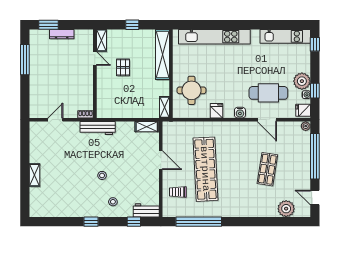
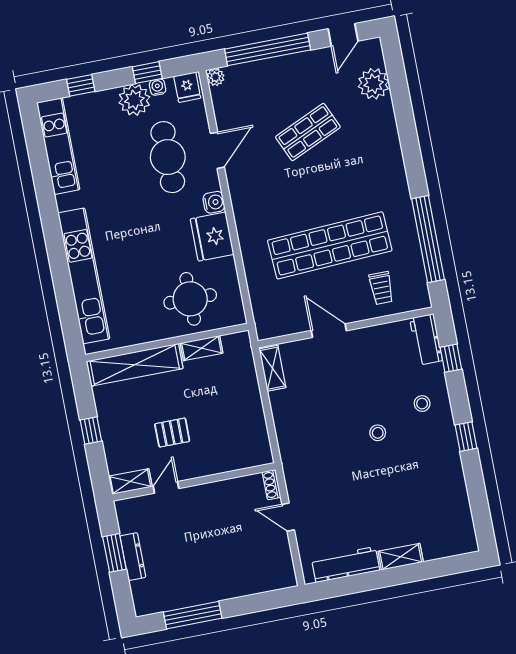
window: (49, 25) -> (114, 553), moved
window: (315, 44) -> (81, 85), moved
shelving: (164, 107) -> (201, 348), moved
fridge: (217, 111) -> (212, 237), width x1.88, depth x1.34
door: (55, 120) -> (288, 517), moved
workbench: (98, 128) -> (346, 565), moved, turned -90
door: (161, 160) -> (329, 331), hinge flipped
shop shelf: (267, 169) -> (308, 132), turned -33

